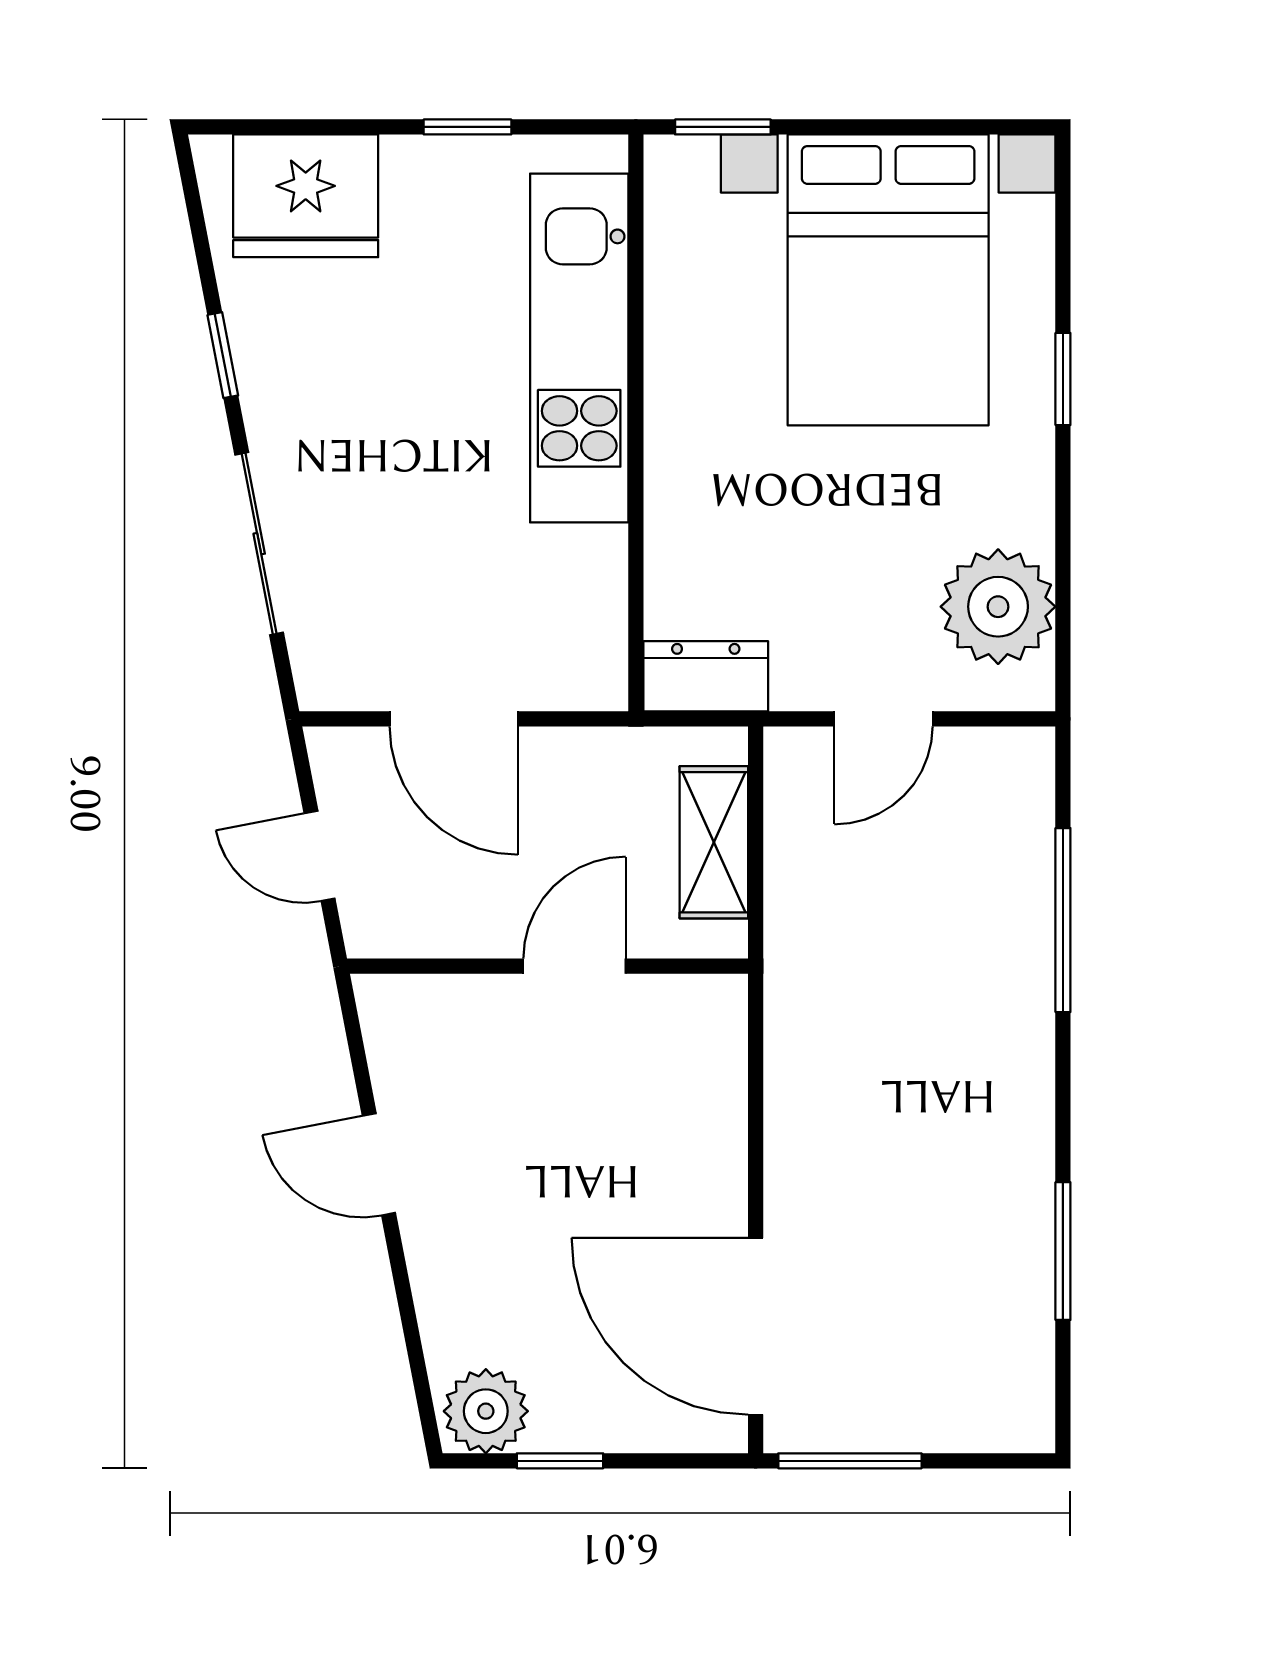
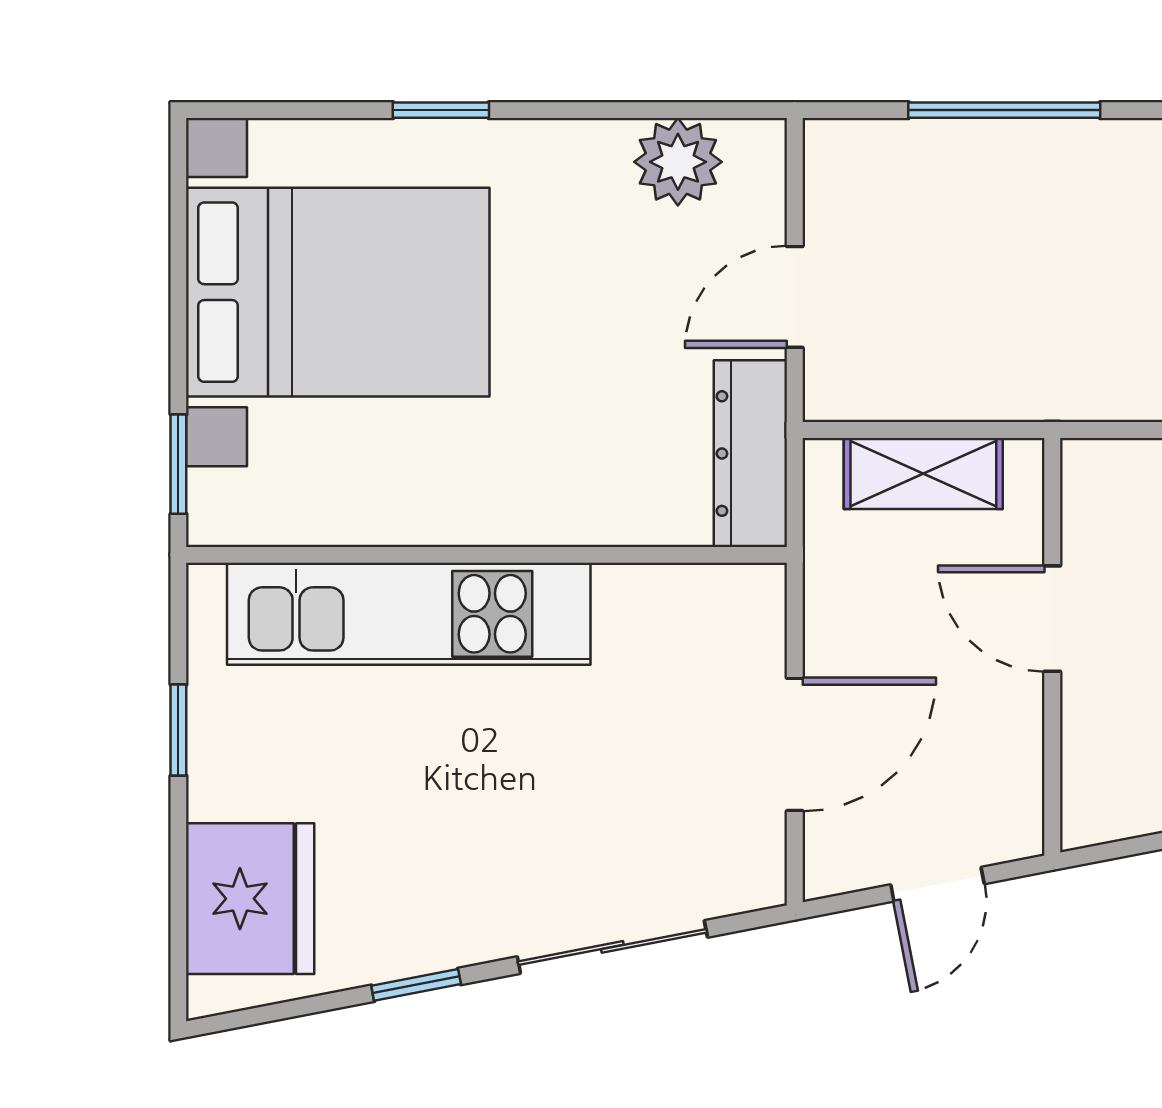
plant: (998, 607) -> (678, 162), width x0.73, depth x0.73
dresser: (706, 676) -> (750, 454), width x1.44
door: (883, 719) -> (795, 297), swing flipped

